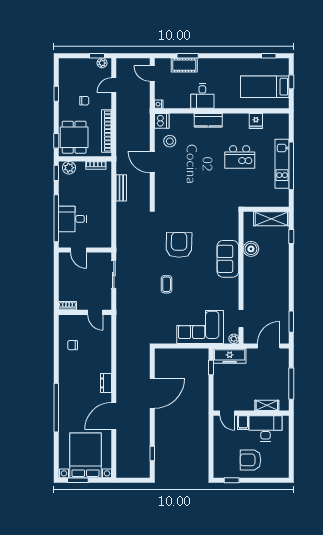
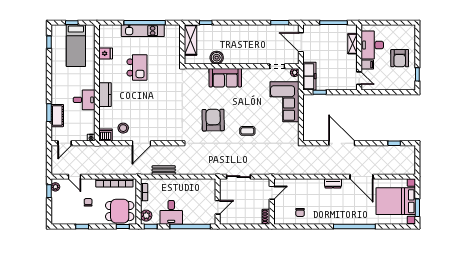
desk: (73, 219) -> (171, 212), moved
armchair: (179, 245) -> (213, 120), turned 88
door: (227, 413) -> (359, 78), hinge flipped

